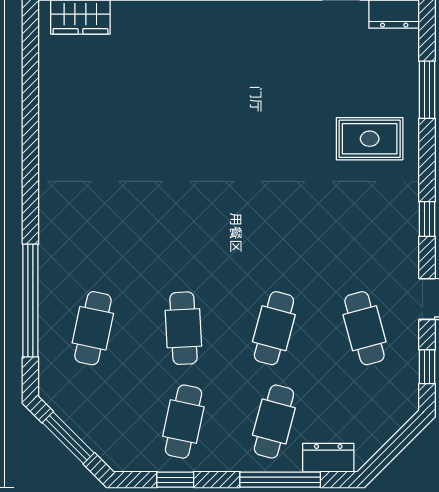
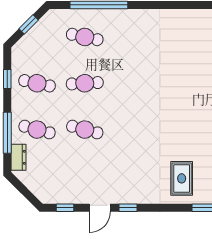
window: (427, 219) -> (128, 208), moved
cafe table: (364, 328) -> (85, 176), removed
window: (68, 438) -> (29, 24), width x0.67

